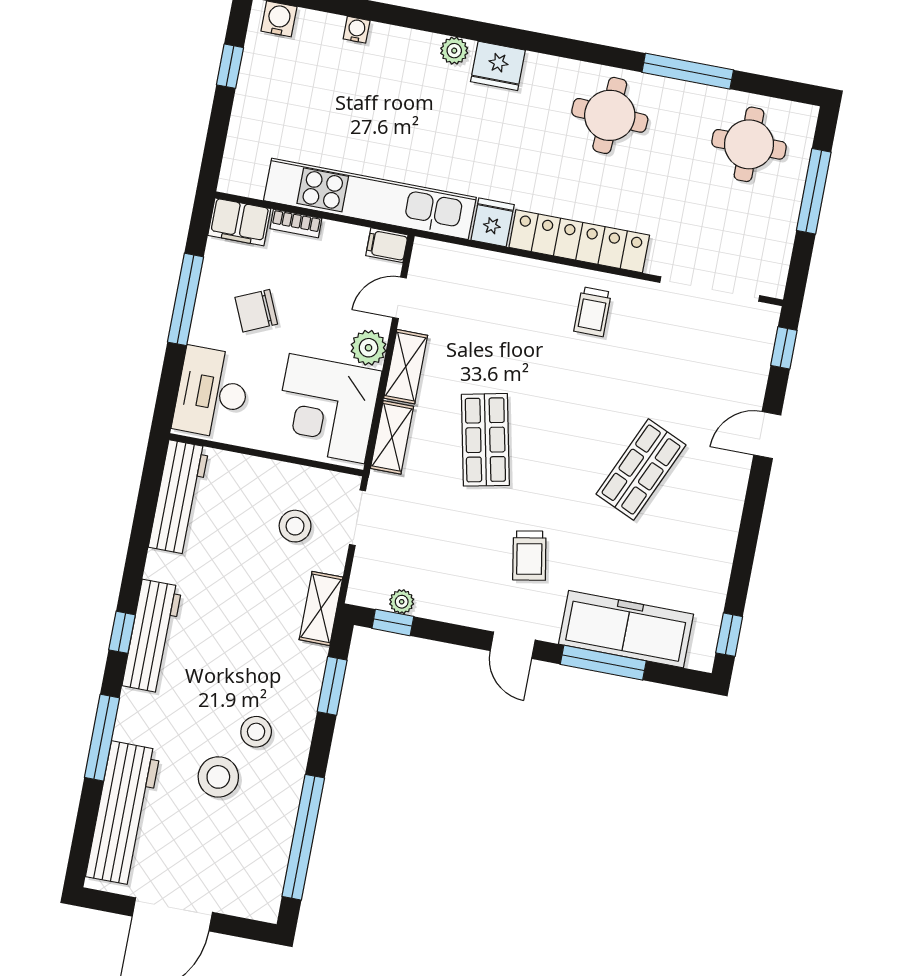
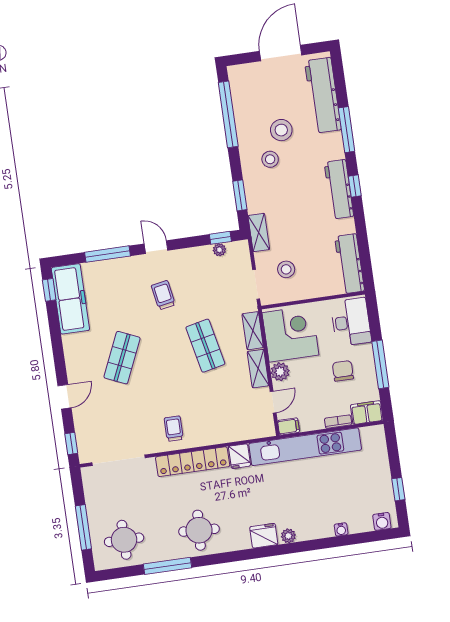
chair: (256, 311) -> (343, 371), turned -66
freezer: (626, 629) -> (70, 299), moved, turned -90

